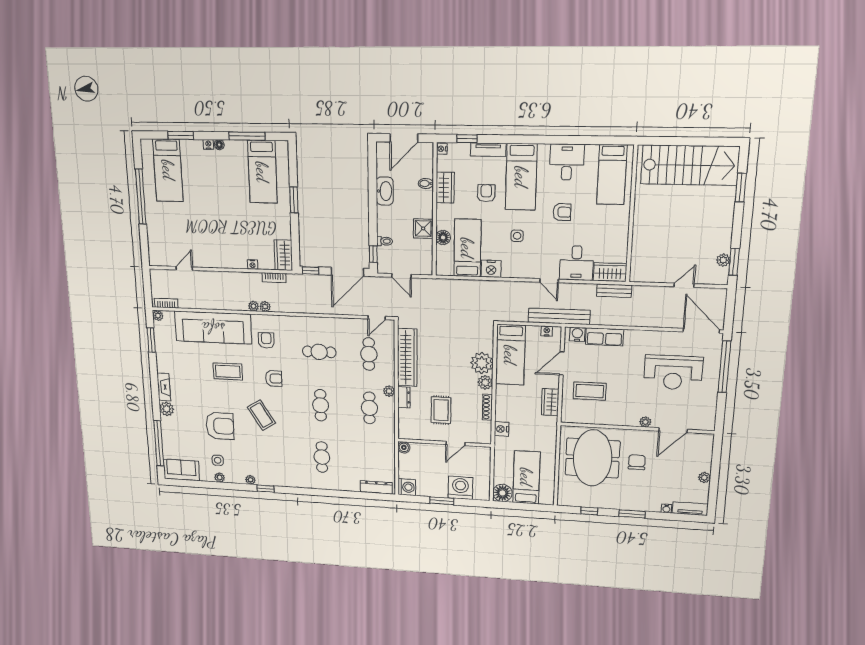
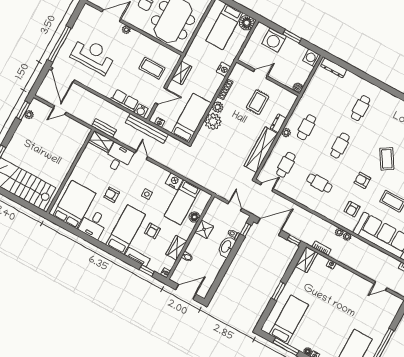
bed: (612, 175) -> (74, 205), width x1.50
washbasin: (385, 191) -> (226, 247), moved

